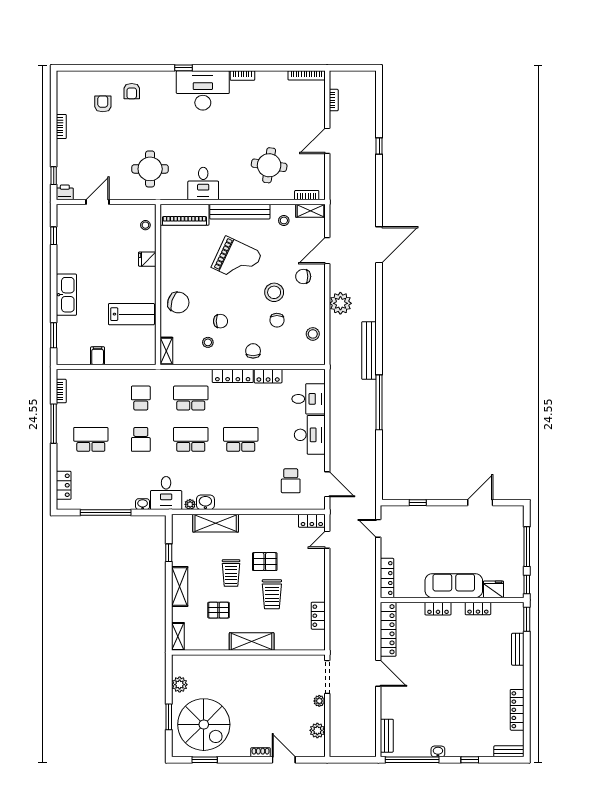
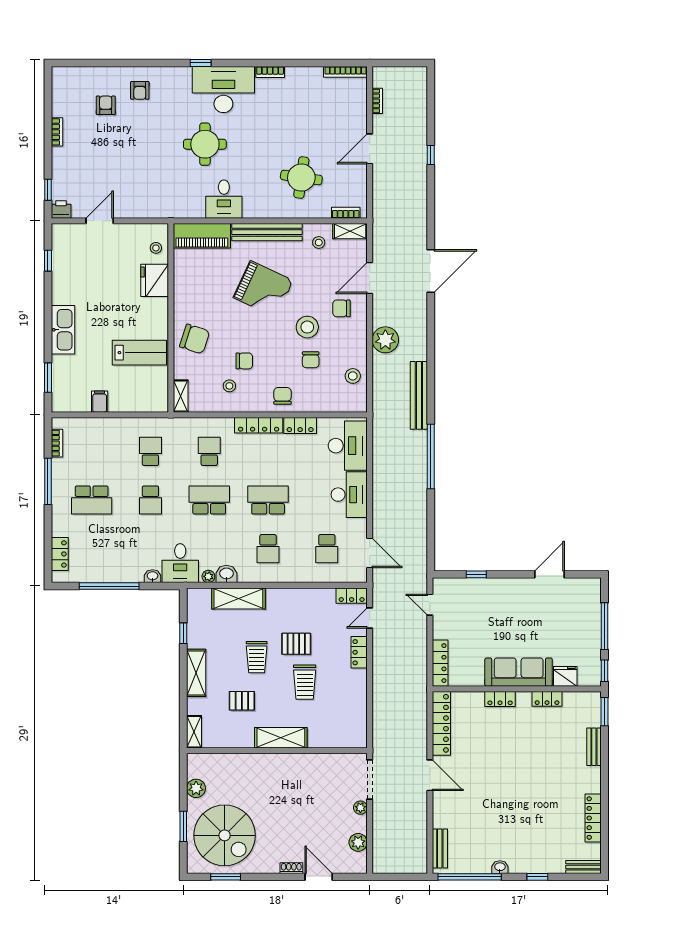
round table: (150, 169) -> (205, 144), moved
fridge: (147, 259) -> (155, 280), width x1.88, depth x1.34
school desk: (191, 398) -> (209, 451), width x0.54
desk: (309, 399) -> (348, 446), width x1.37
school desk: (91, 439) -> (92, 500), turned 180
school desk: (241, 481) -> (268, 549), added
locker: (318, 616) -> (359, 652), moved

